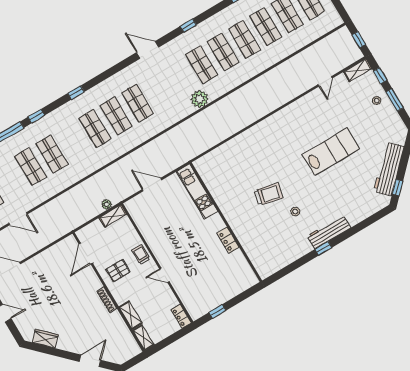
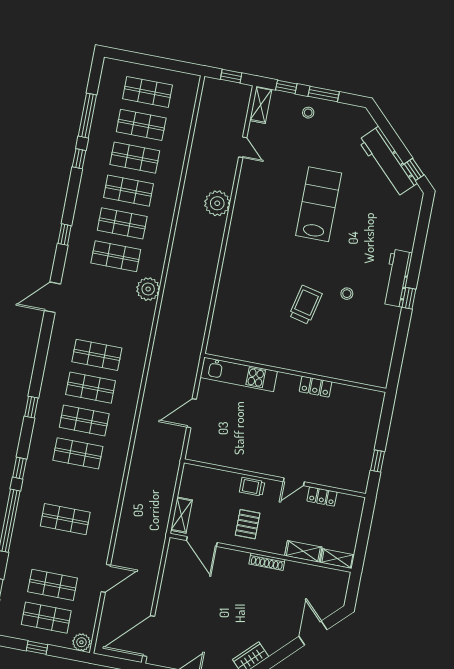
shop shelf: (52, 154) -> (78, 453), moved
plant: (107, 204) -> (217, 203), moved, width x1.88, depth x1.88
shelving: (113, 216) -> (181, 515), moved
locker: (181, 316) -> (322, 497), moved

